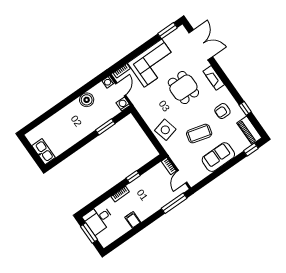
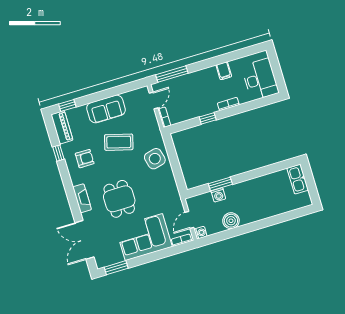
washing machine: (123, 104) -> (218, 195), moved
desk: (98, 219) -> (260, 79), width x1.37
window: (89, 233) -> (277, 72), removed

